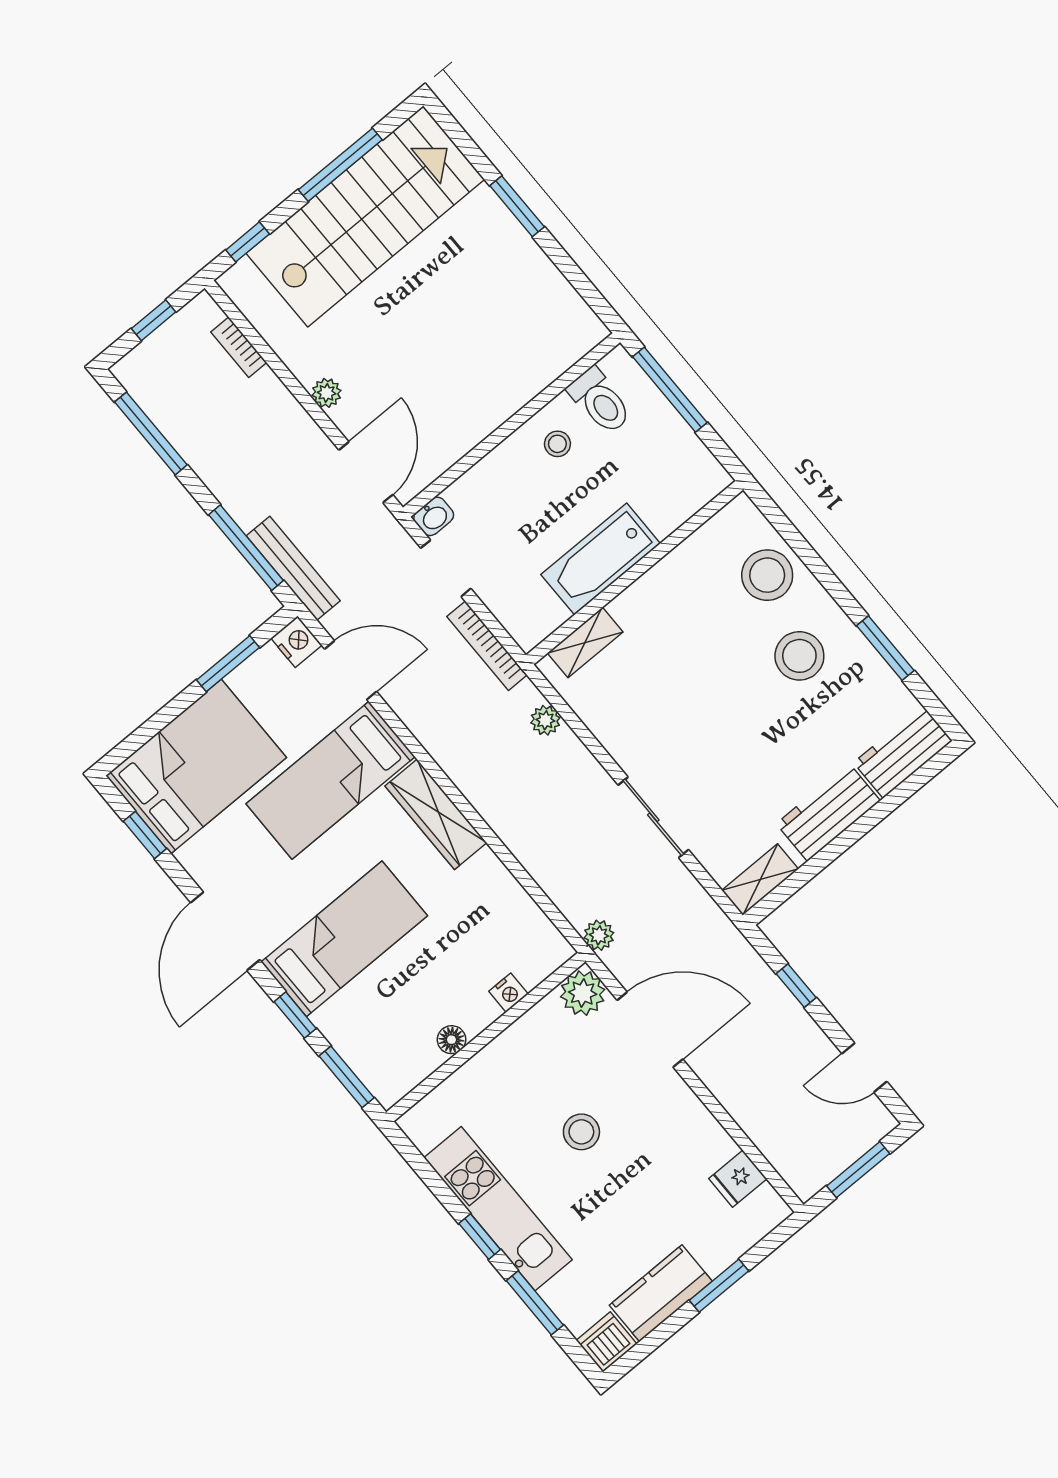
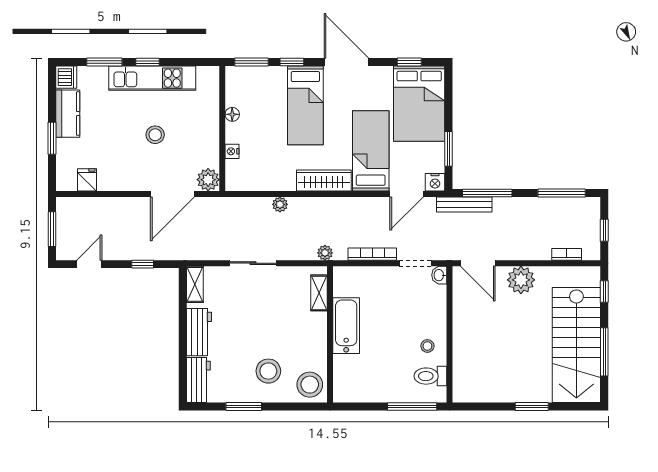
plant: (326, 393) -> (521, 280), width x1.87, depth x1.87
bathtub: (601, 559) -> (346, 326), moved
wall: (635, 573) -> (330, 334), moved
shelving: (585, 642) -> (319, 293), moved
plant: (599, 935) -> (280, 204), moved

